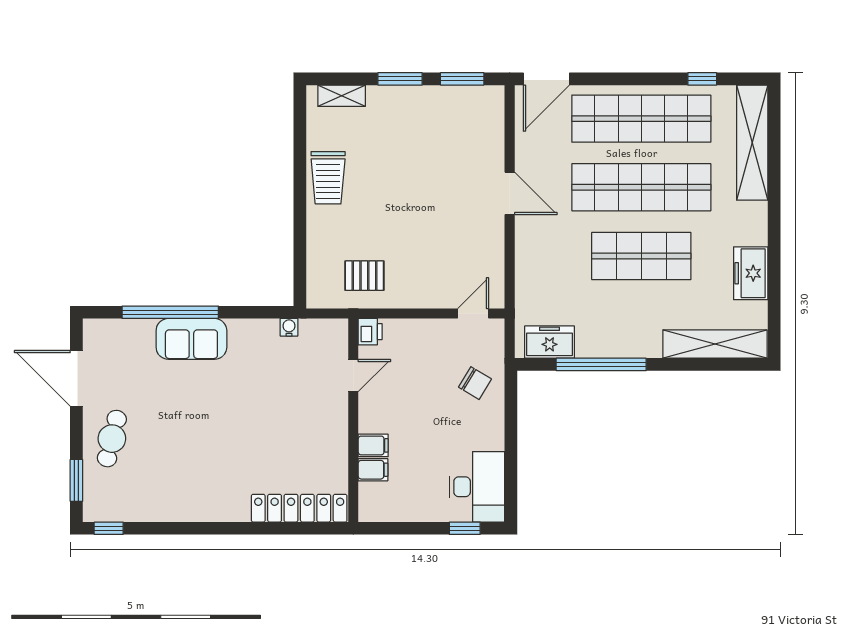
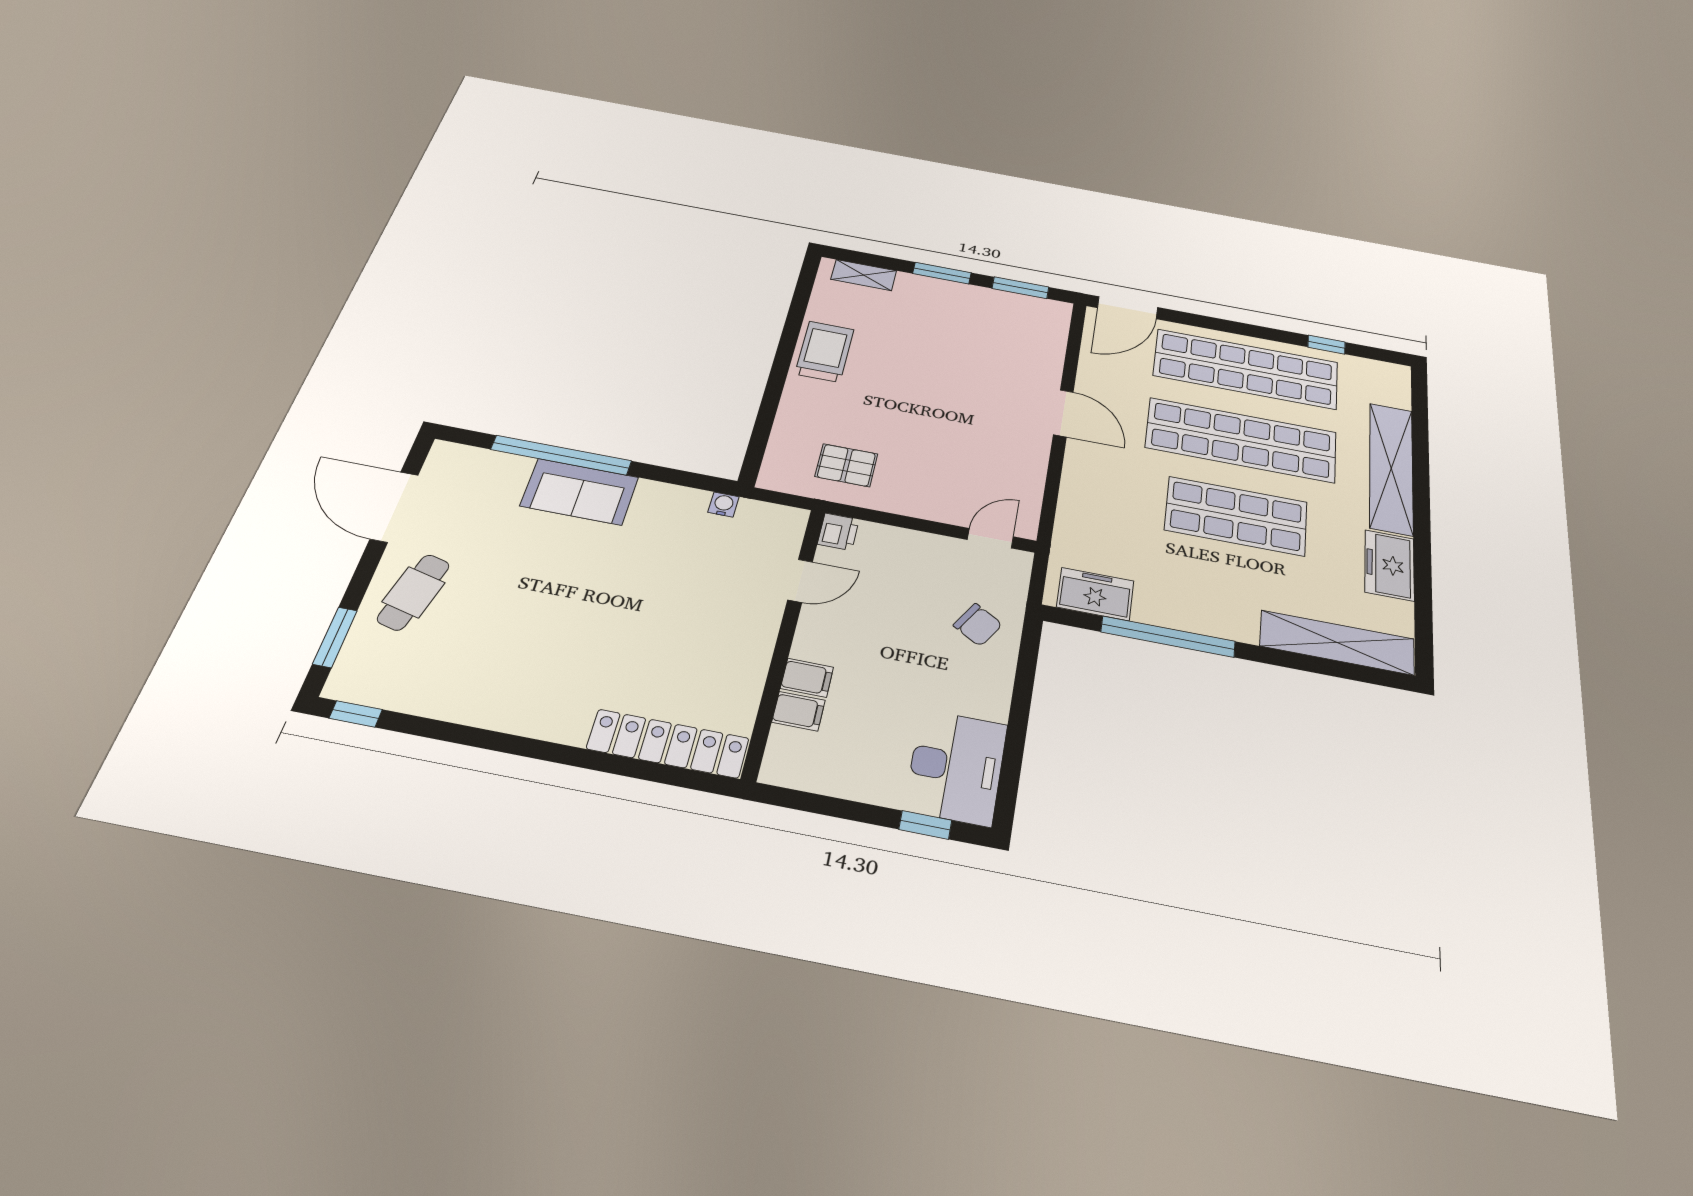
shelving: (752, 143) -> (1391, 468), moved
trolley: (328, 178) -> (824, 352), turned 180

